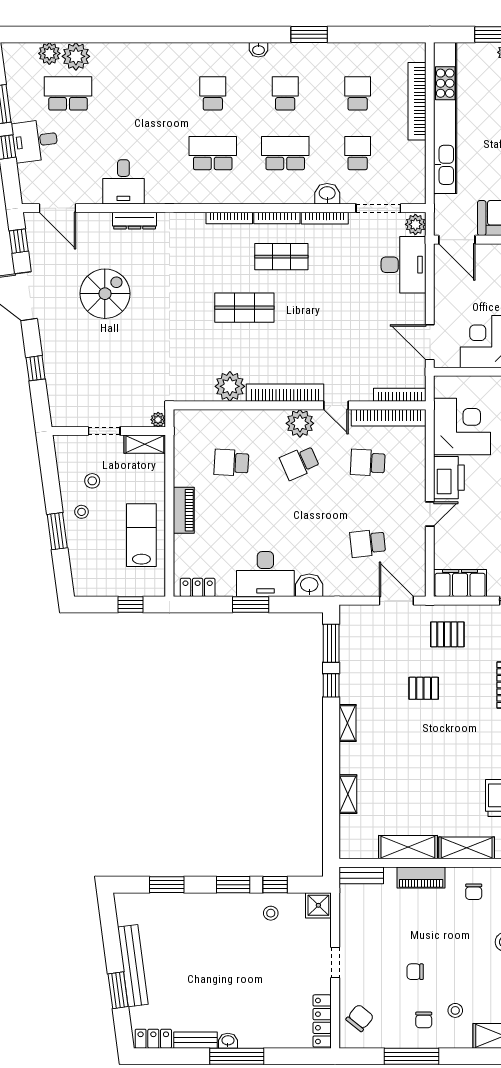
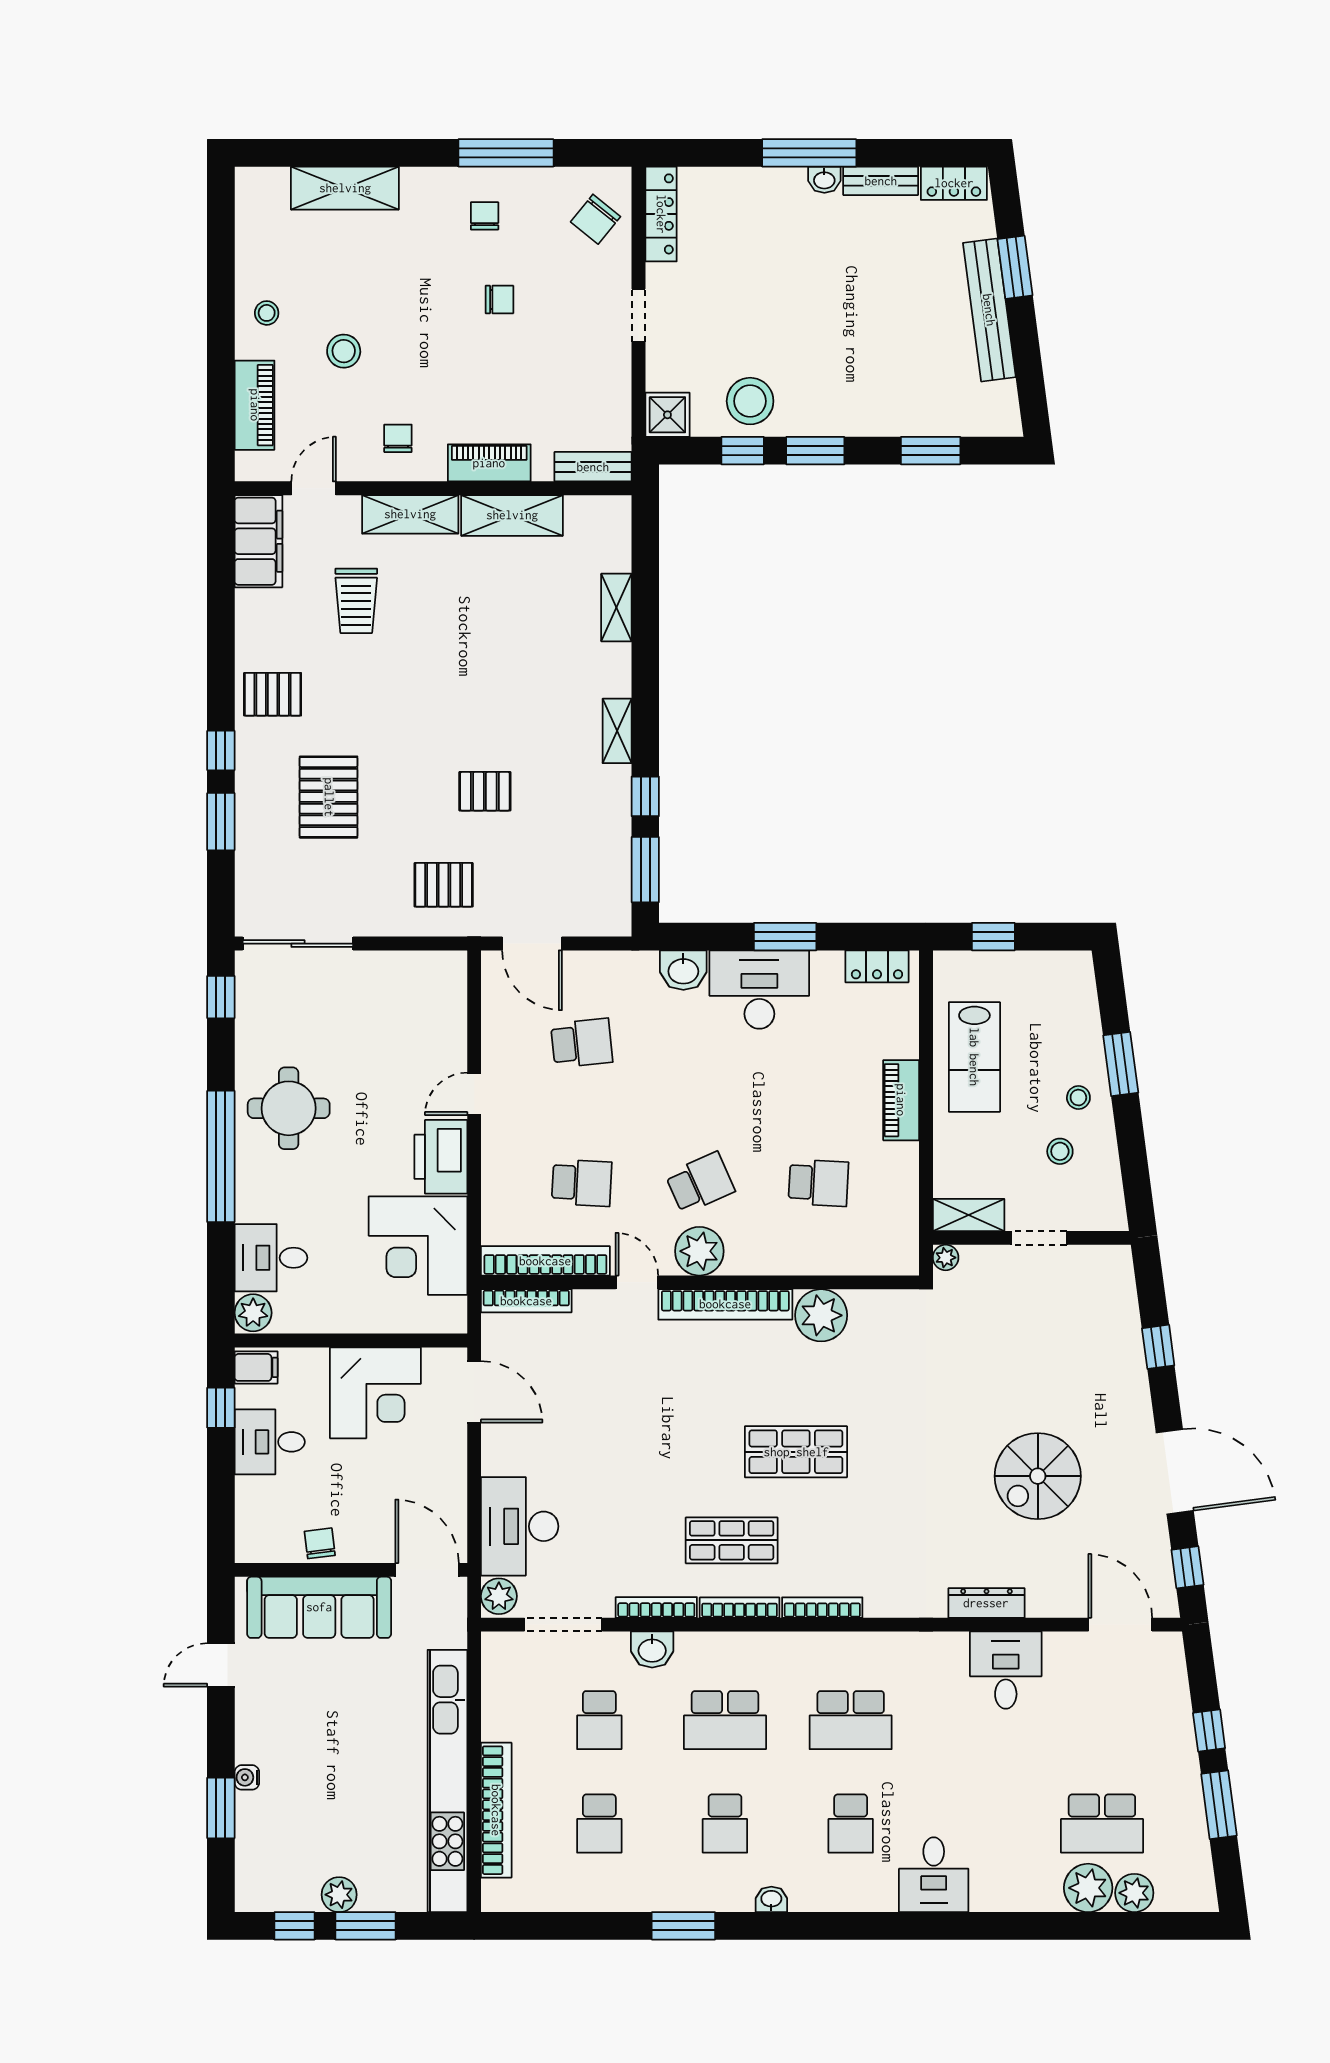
desk: (35, 141) -> (934, 1875), moved, turned 98
filing cabinet: (460, 583) -> (422, 974), removed
stool: (271, 913) -> (750, 401), width x1.89, depth x1.89
stool: (455, 1010) -> (430, 232), removed

